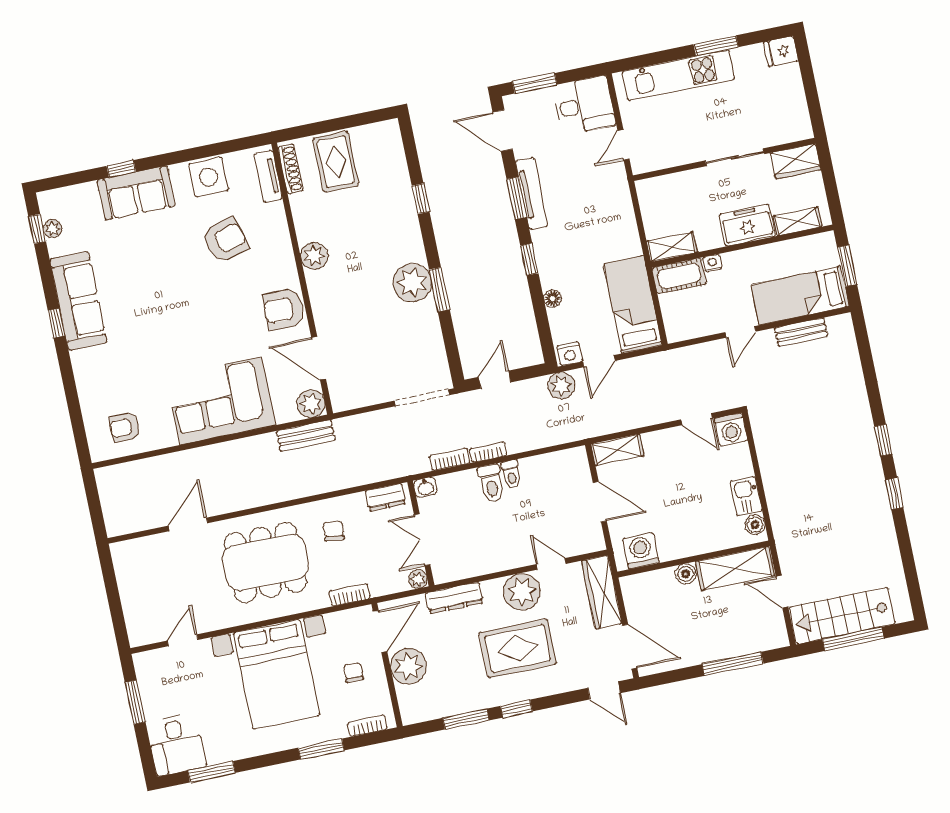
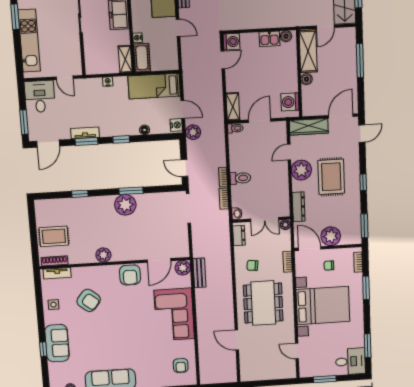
side table: (208, 177) -> (53, 305), width x0.54, depth x0.54
tv unit: (532, 193) -> (85, 133), width x0.71
nightstand: (628, 221) -> (108, 82), added
armchair: (225, 240) -> (89, 300), turned 145
toilet: (511, 474) -> (235, 128), moved
window: (466, 719) -> (364, 226), moved

